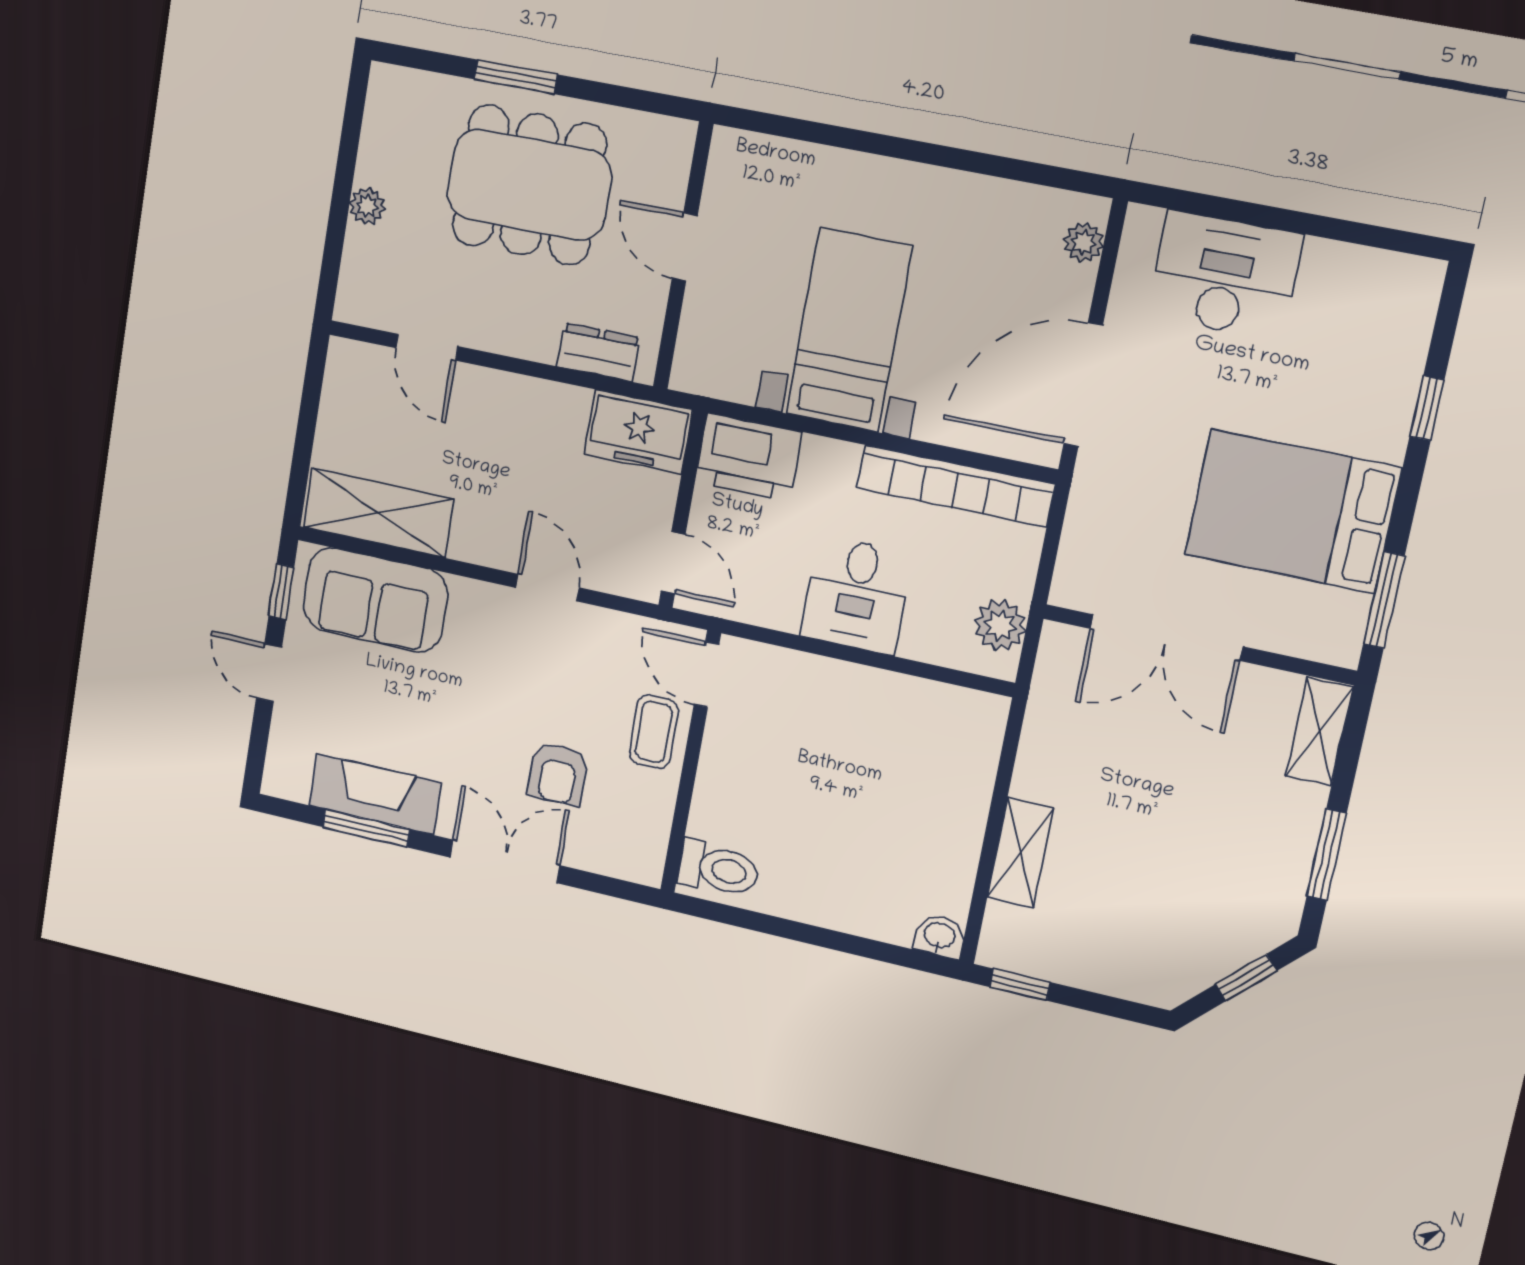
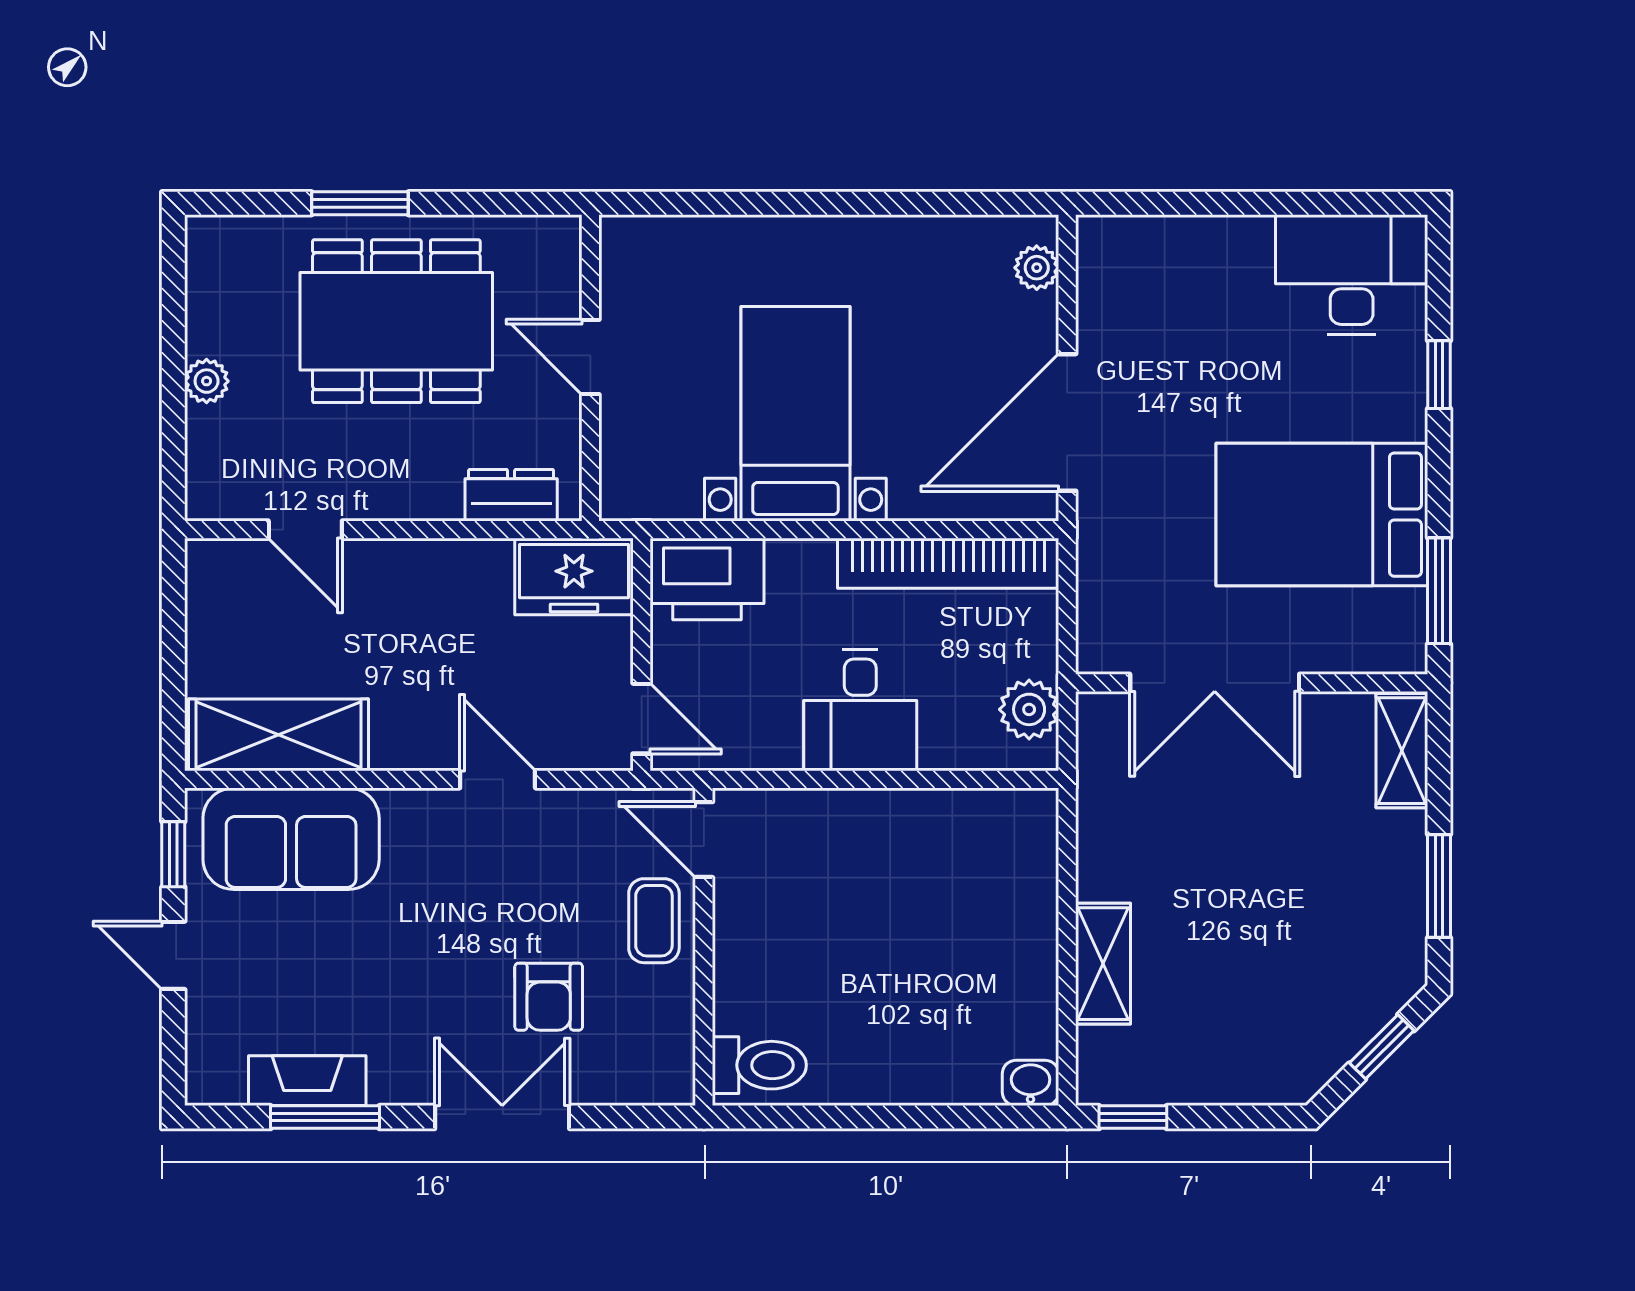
desk: (1225, 275) -> (1352, 274), moved
fireplace: (375, 794) -> (307, 1081), width x0.73, depth x0.76

